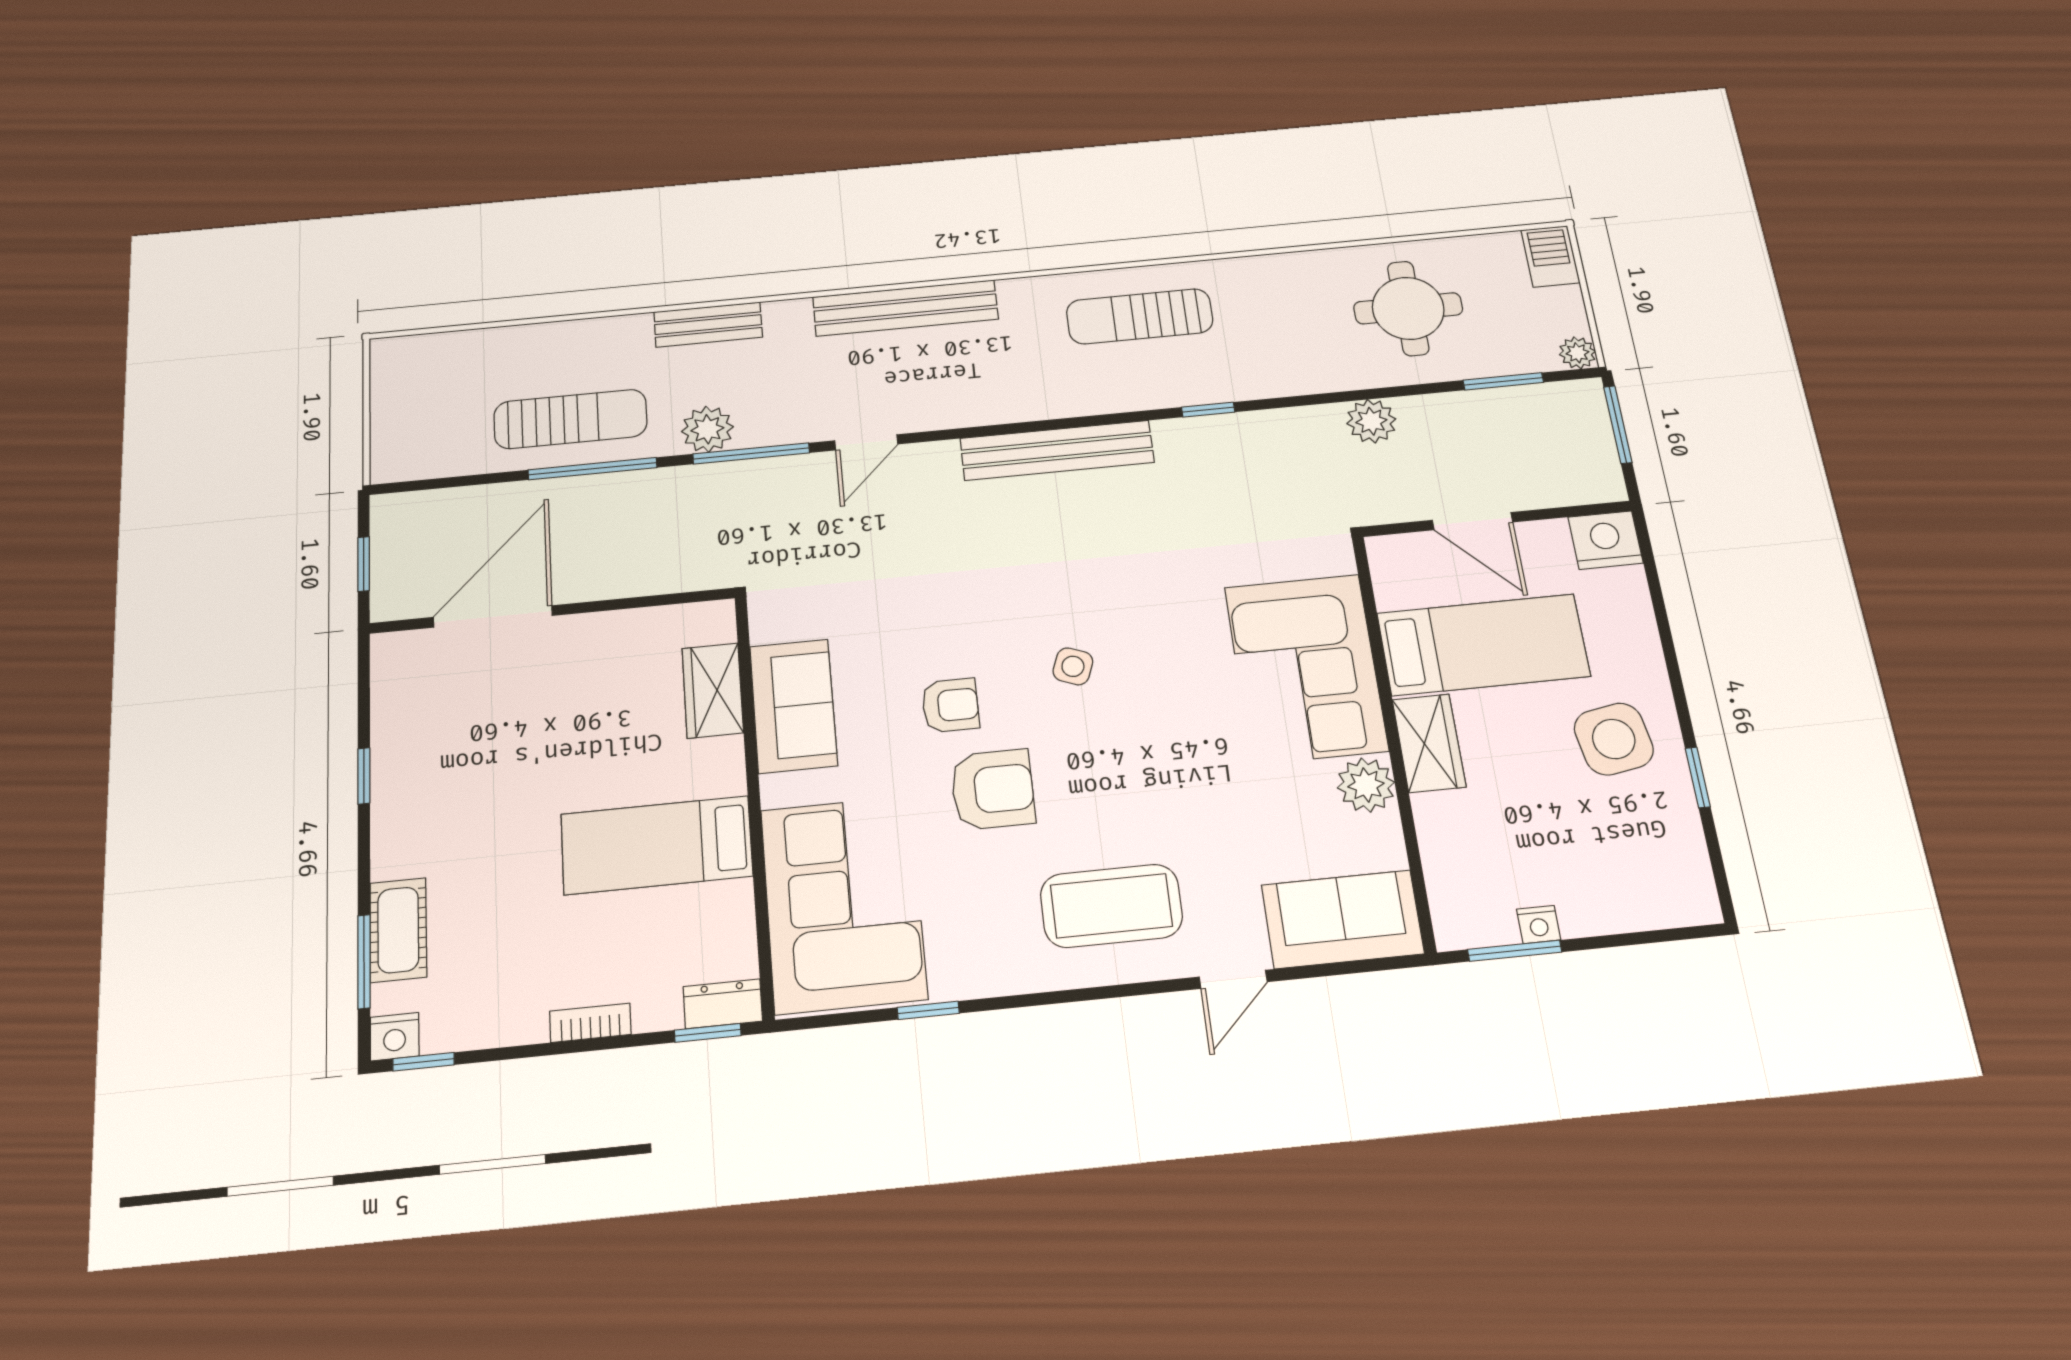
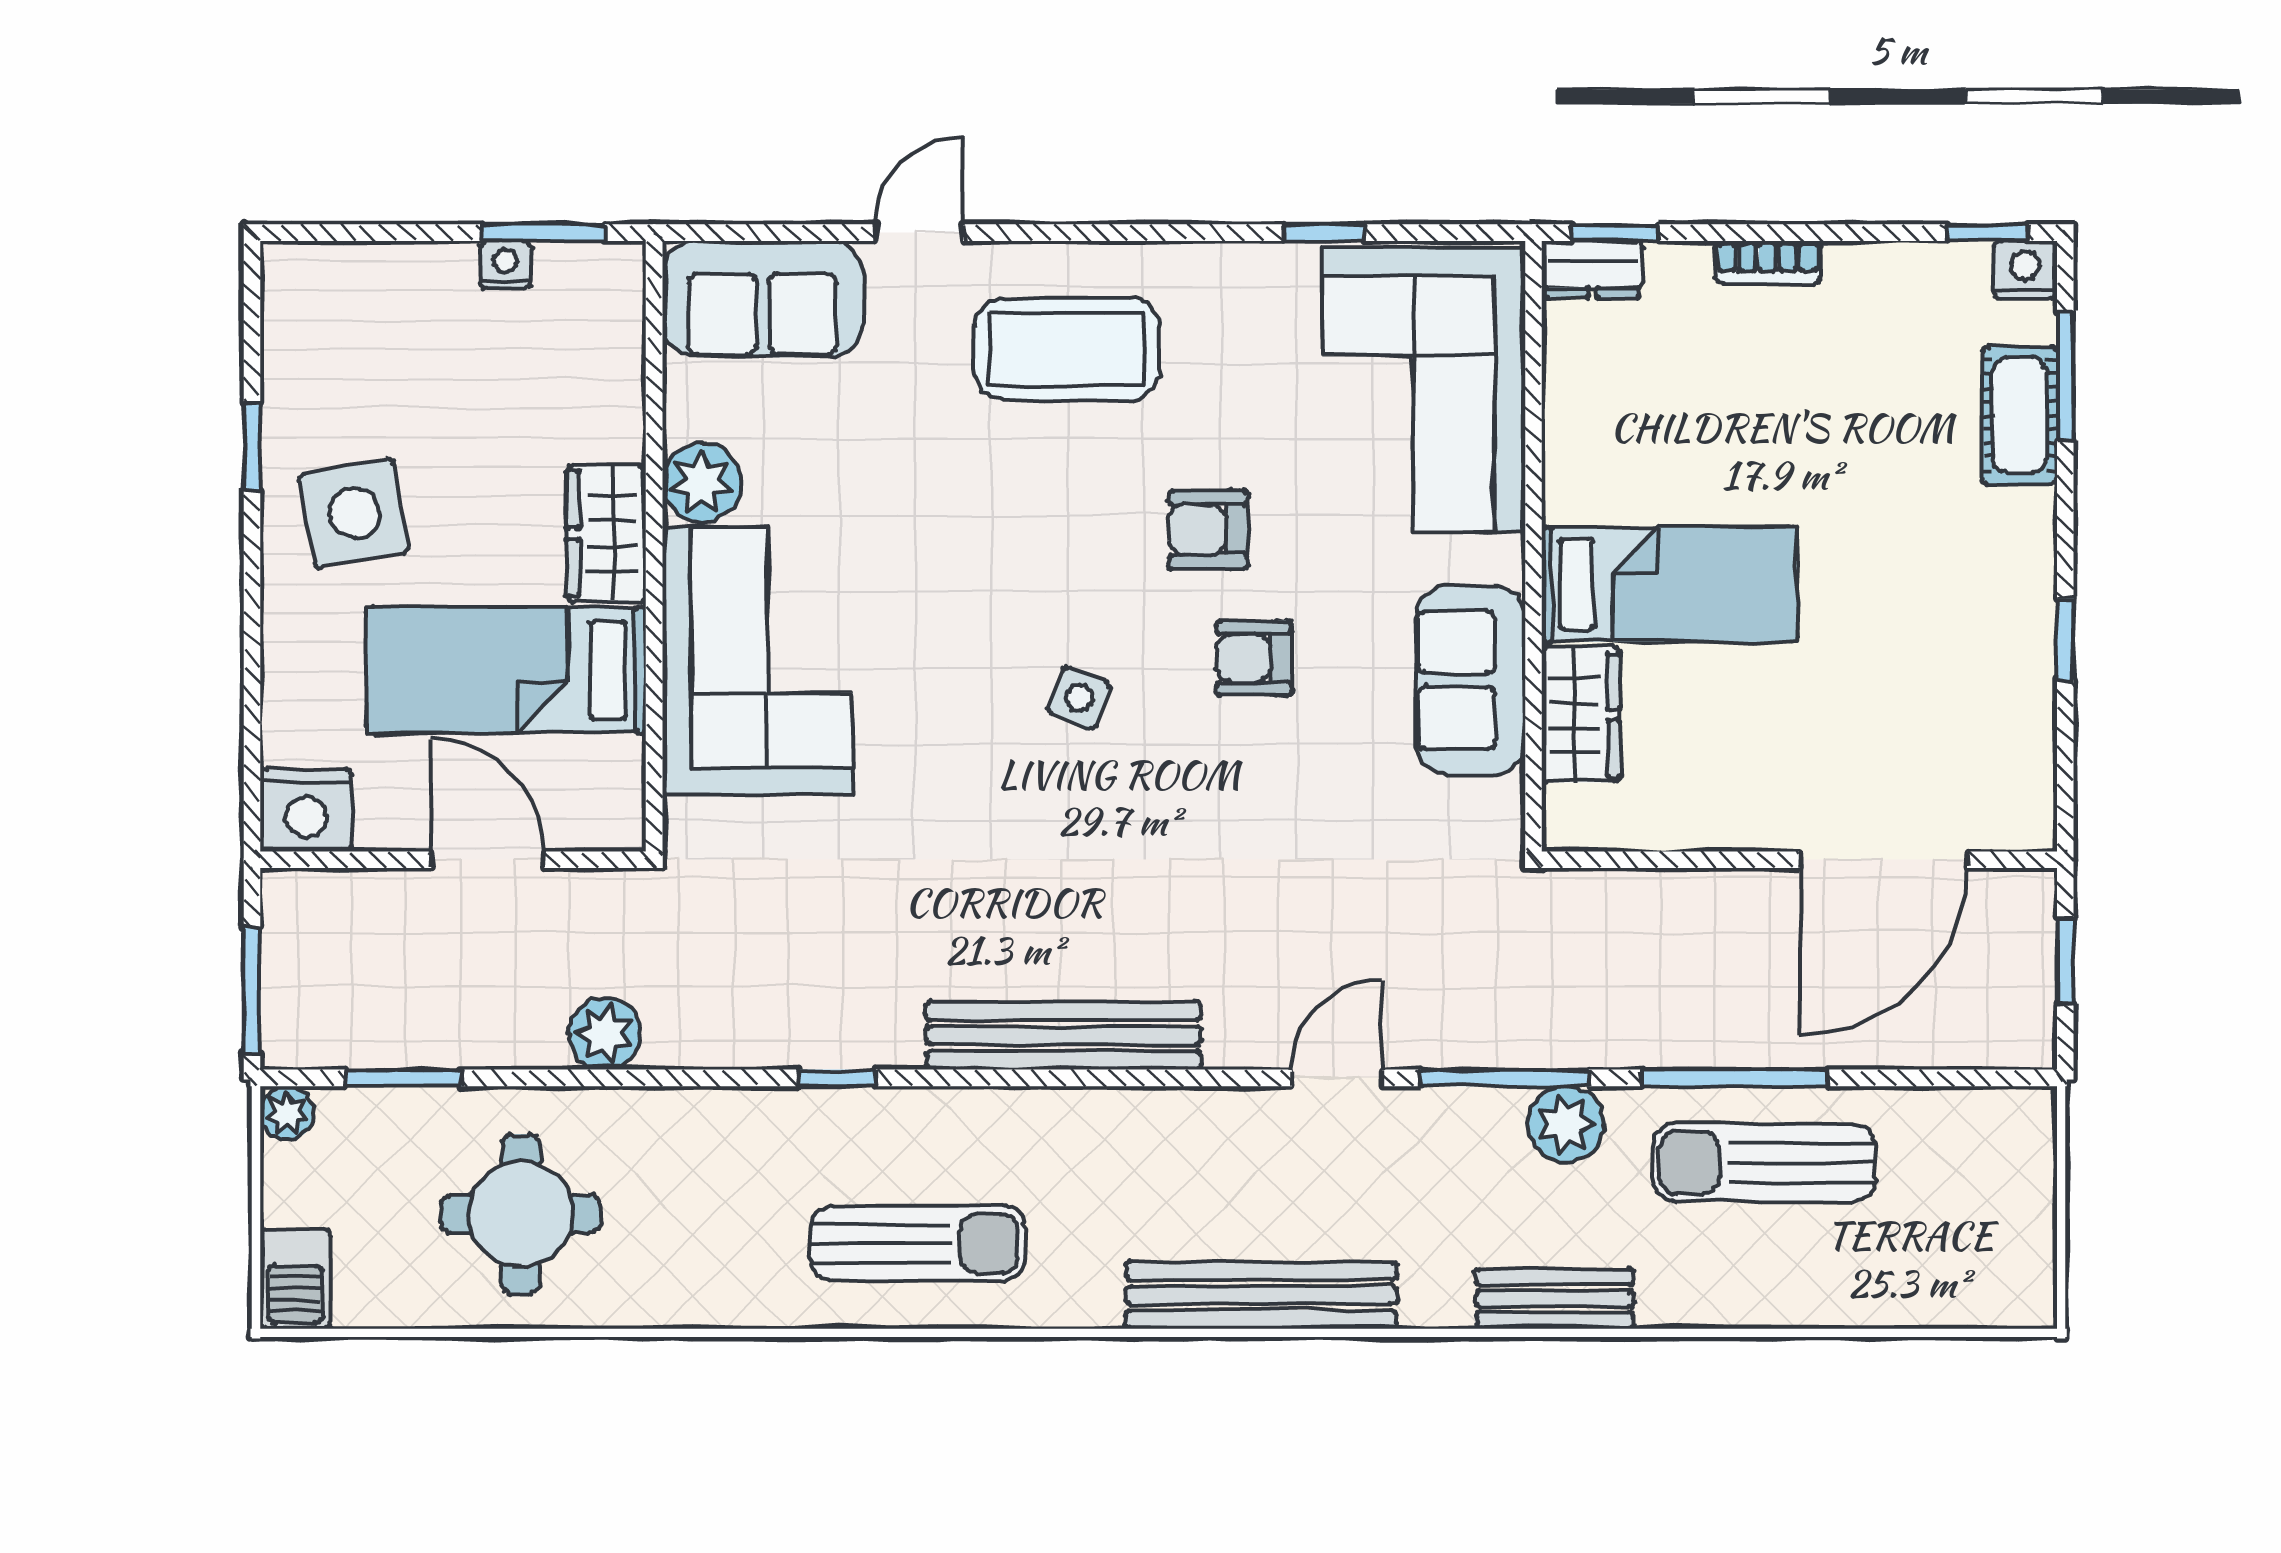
armchair: (993, 789) -> (1208, 530), width x0.72, depth x0.72
bed: (657, 845) -> (1669, 585), moved

